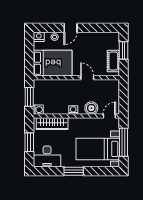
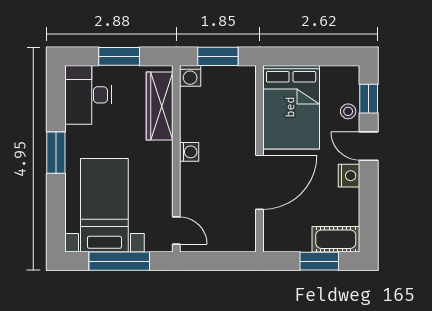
window: (49, 28) -> (369, 99), added
nightstand: (39, 37) -> (349, 176), moved
cot: (113, 61) -> (336, 239), moved
door: (87, 78) -> (259, 182), width x1.87
boiler: (91, 108) -> (194, 191), removed

